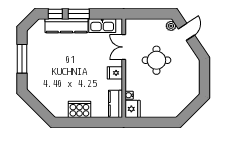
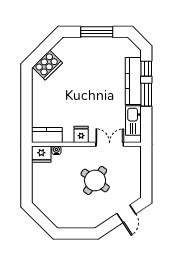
plant: (171, 26) -> (133, 196), removed
door: (187, 32) -> (126, 214), hinge flipped
round table: (156, 60) -> (95, 180), turned 36
cooker: (79, 109) -> (47, 65), moved, turned 45

